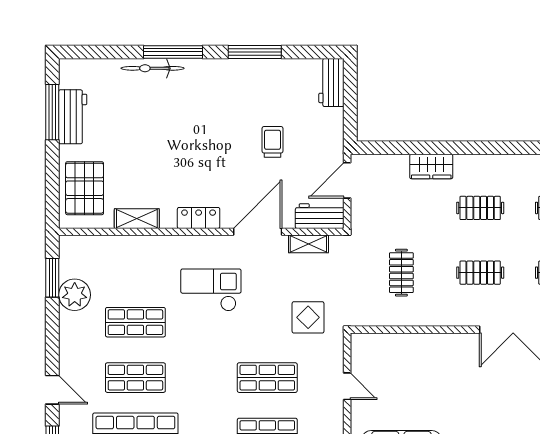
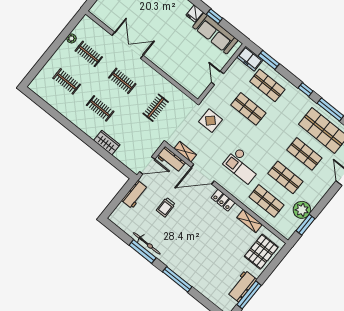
bicycle: (153, 68) -> (147, 243), moved
workbench: (331, 82) -> (135, 194), moved
shop shelf: (135, 267) -> (267, 201), added

